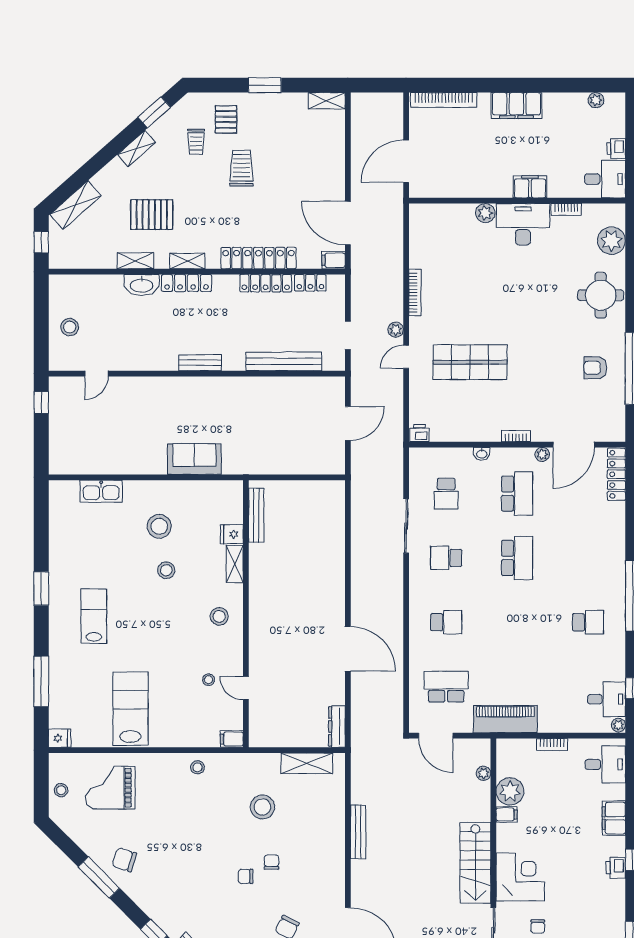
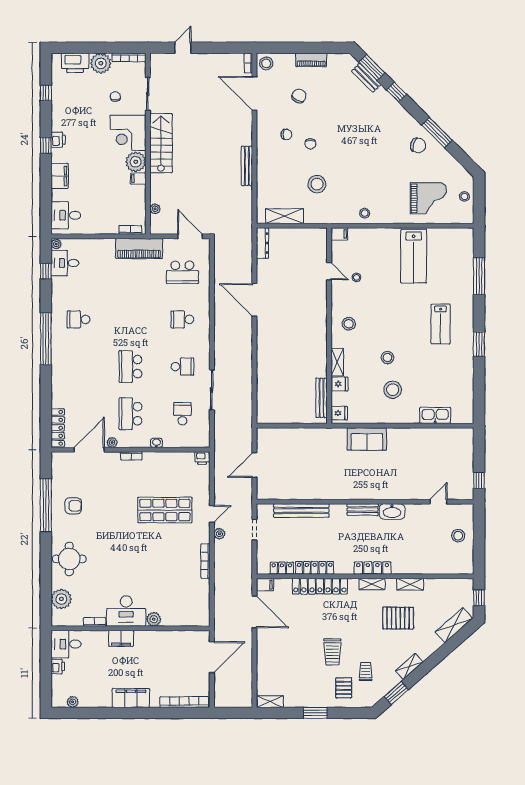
washbasin: (142, 285) -> (392, 511), moved, turned 180
fridge: (60, 738) -> (339, 413), moved, turned 180
bookcase: (552, 745) -> (130, 230), moved
plant: (510, 791) -> (136, 162), moved
chair: (246, 876) -> (286, 134), moved

